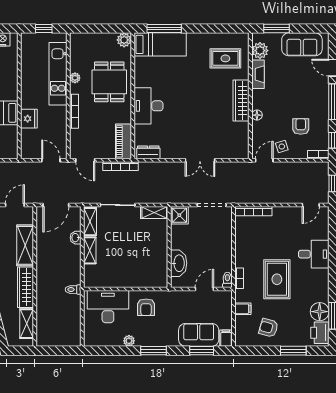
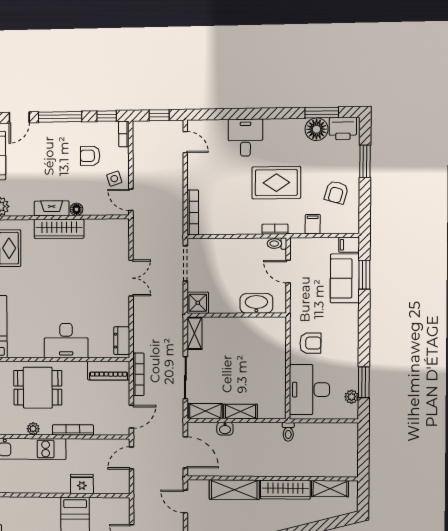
fireplace: (258, 74) -> (52, 208), moved
plant: (129, 341) -> (352, 397), moved
window: (153, 351) -> (364, 382), moved

